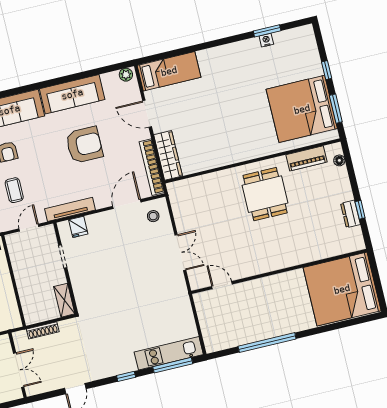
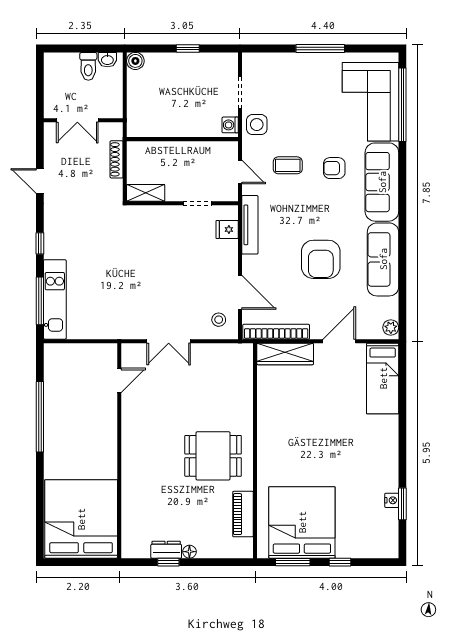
floor lamp: (339, 160) -> (189, 552), moved

